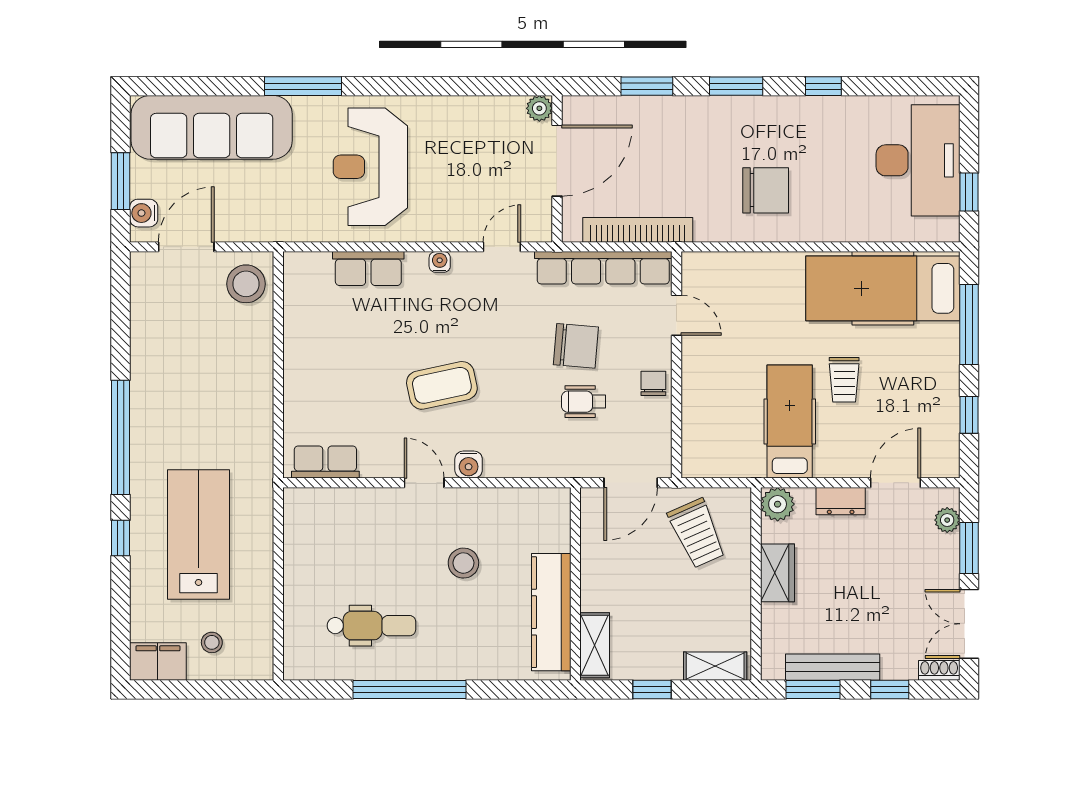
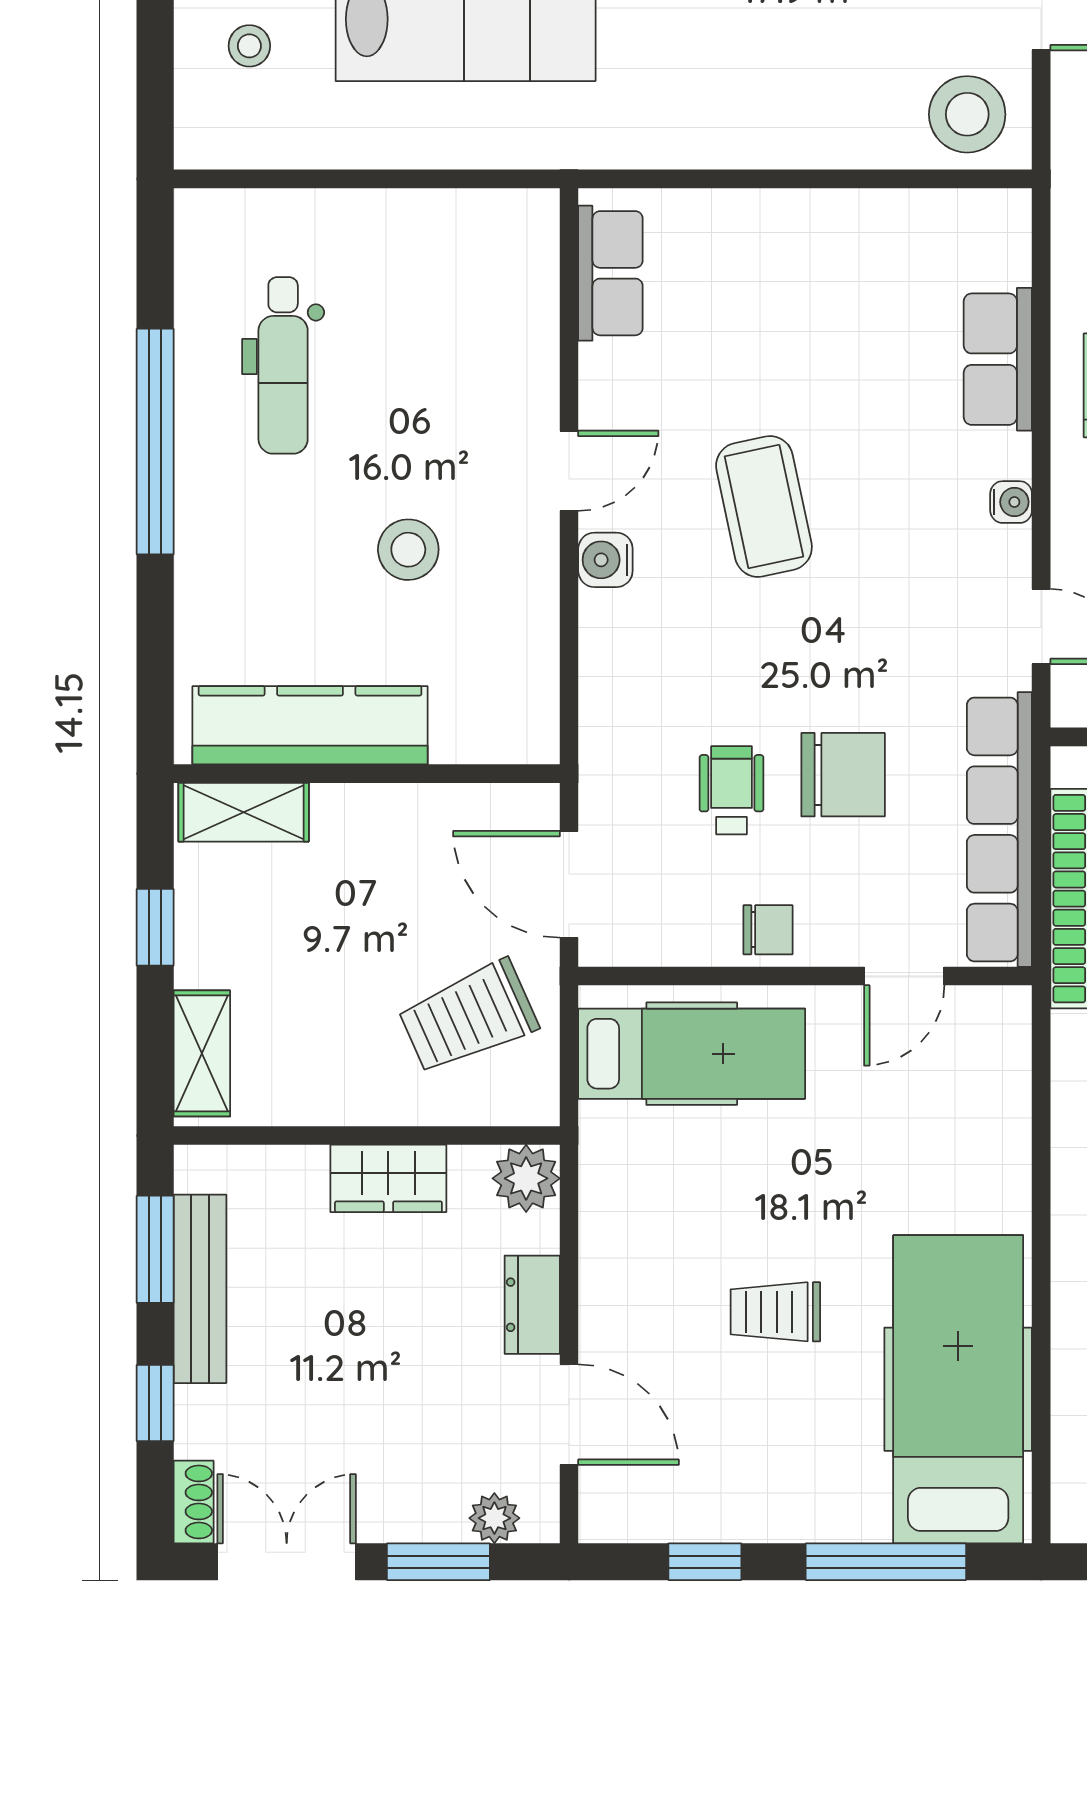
chair: (576, 346) -> (843, 775), turned -95
hospital bed: (790, 421) -> (692, 1054), moved

